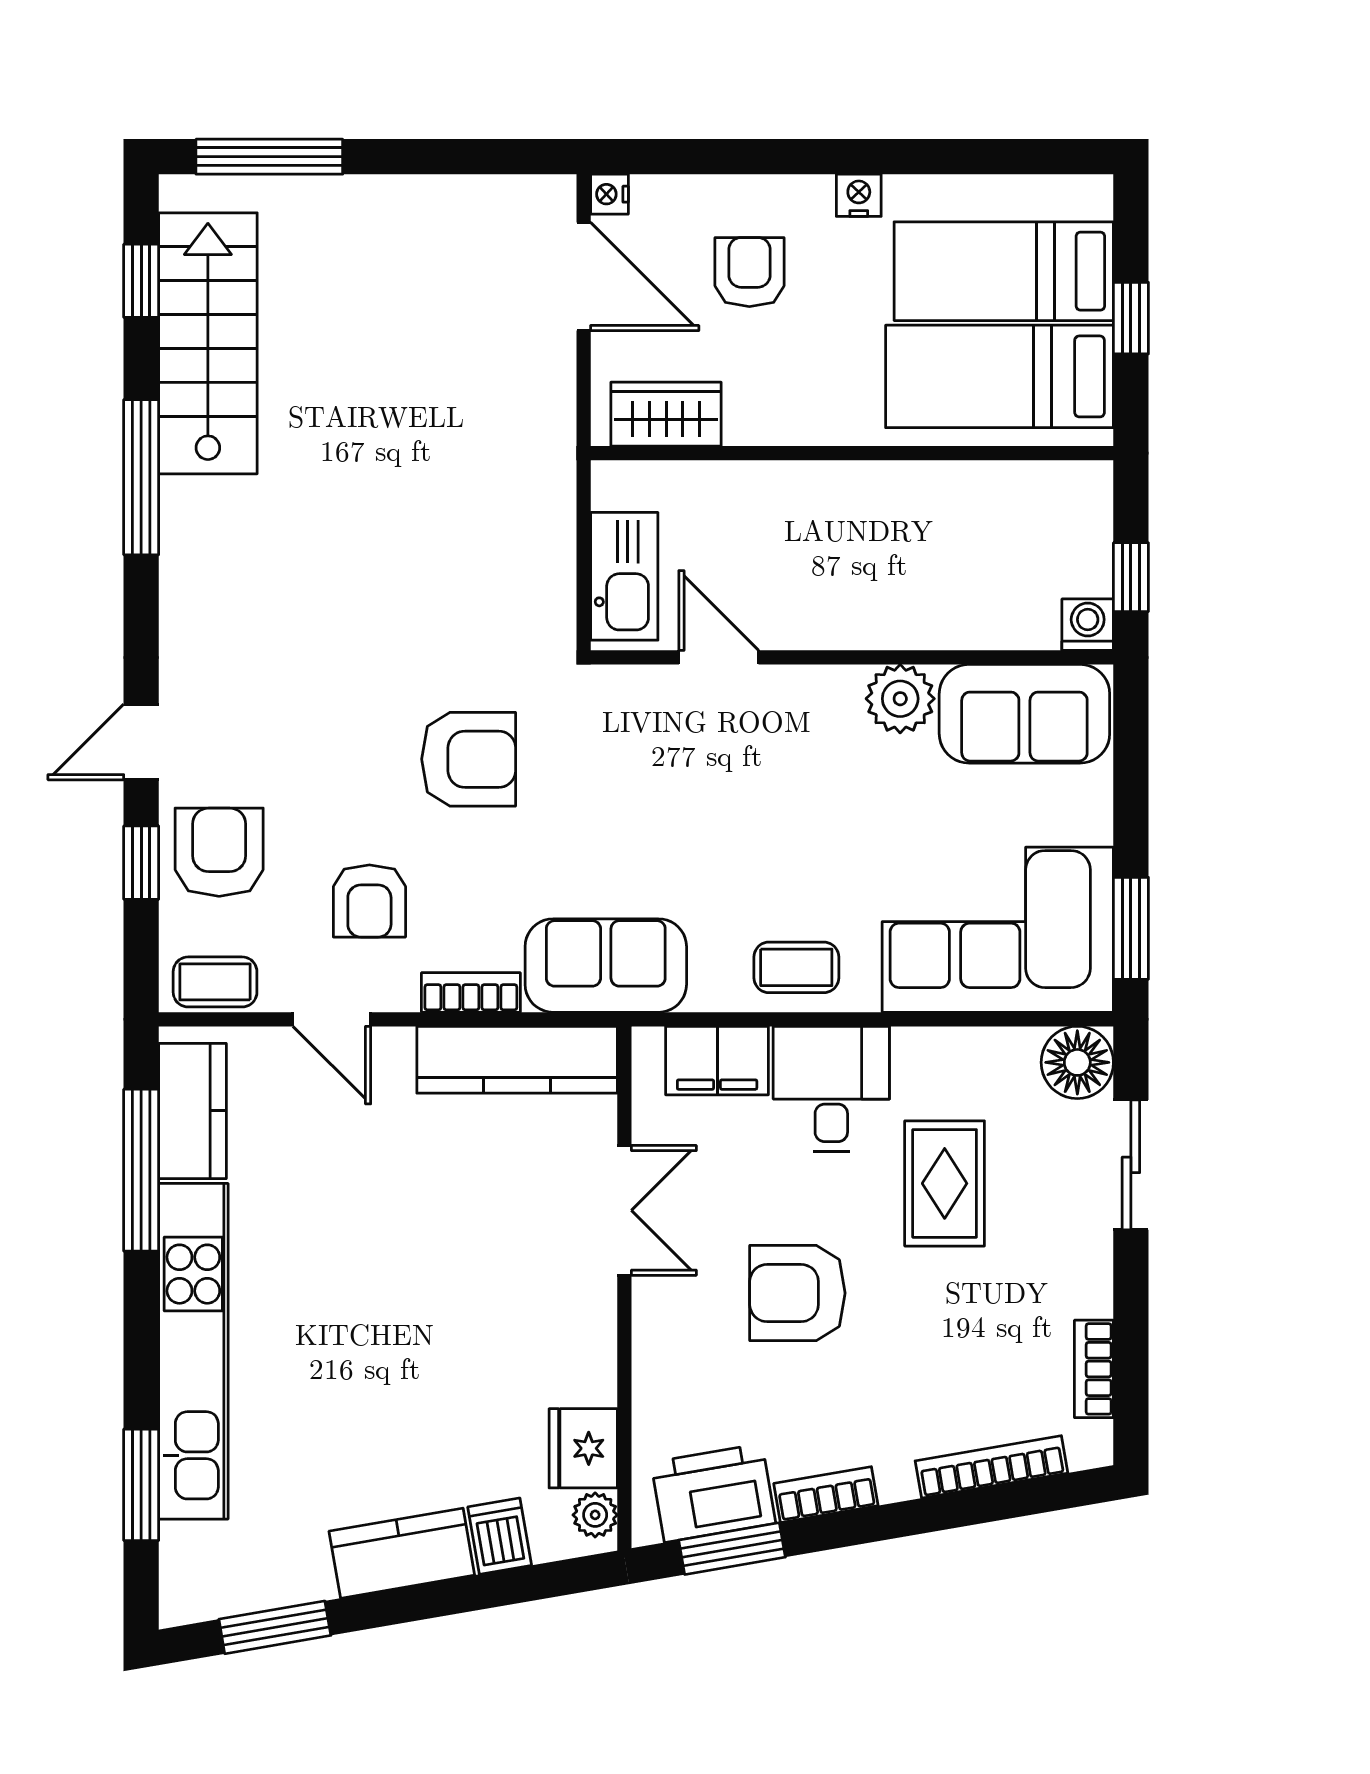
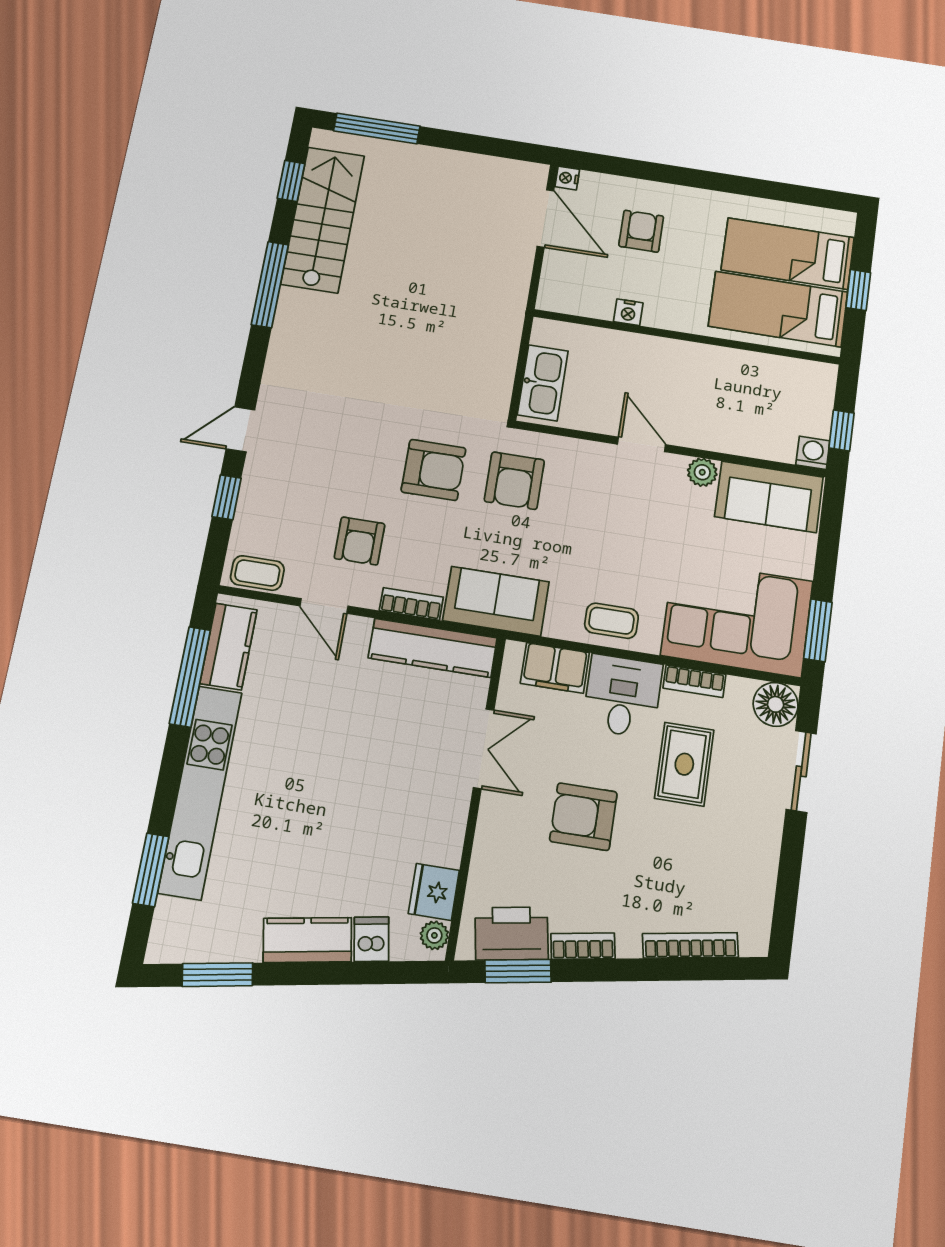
nightstand: (859, 195) -> (628, 312), moved, turned 180
wardrobe: (666, 414) -> (581, 299), removed
door: (719, 657) -> (641, 444), moved
plant: (900, 699) -> (702, 472), width x0.73, depth x0.73
armchair: (219, 852) -> (514, 481), moved, turned 180
bookcase: (1094, 1369) -> (694, 681), moved, turned -90

